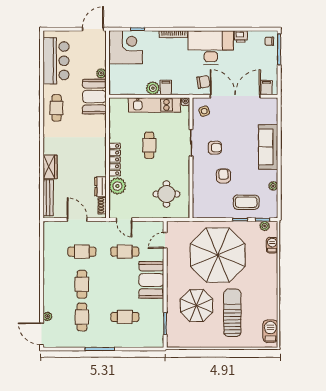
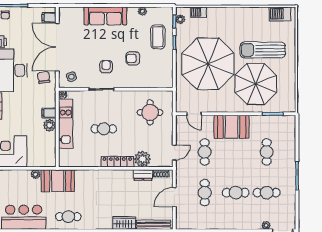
parasol: (197, 306) -> (256, 84), width x1.36, depth x1.36

